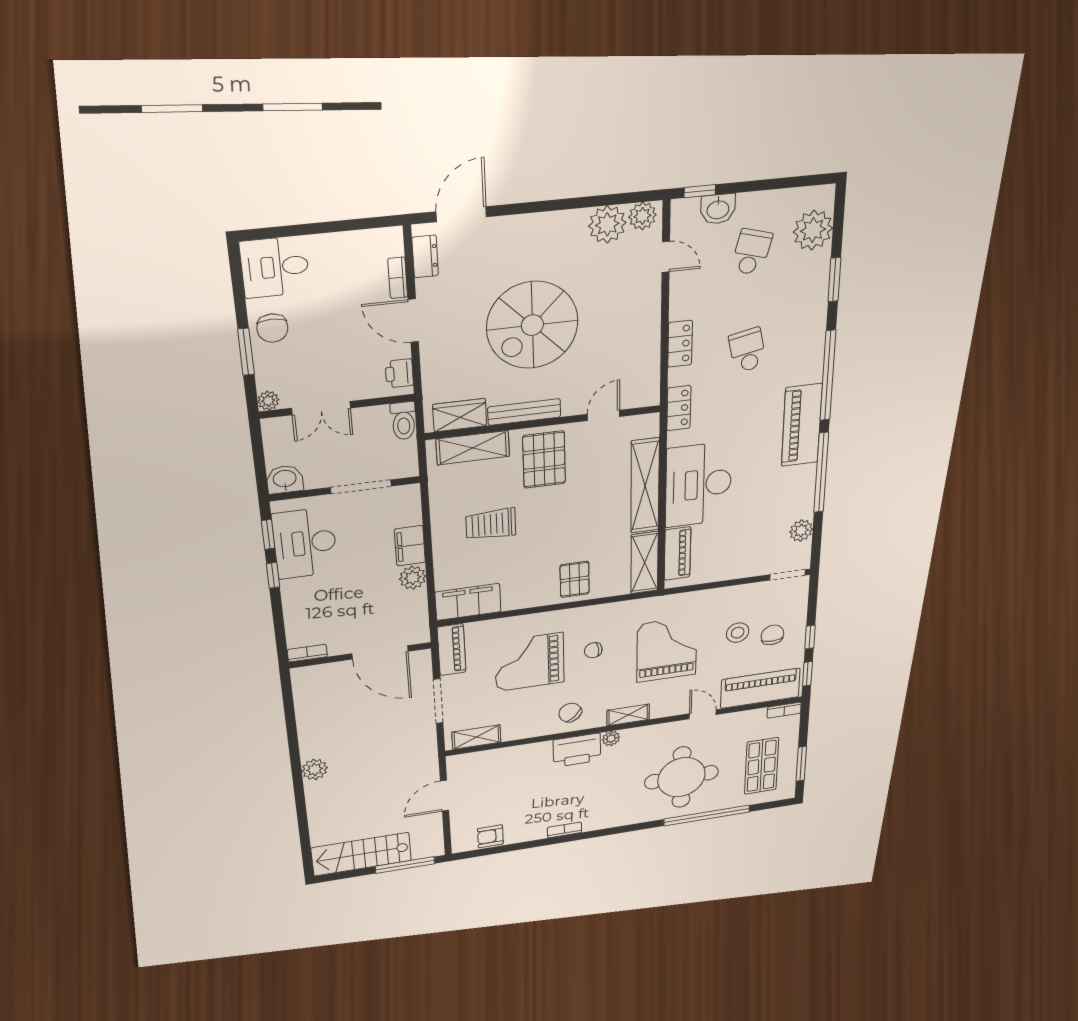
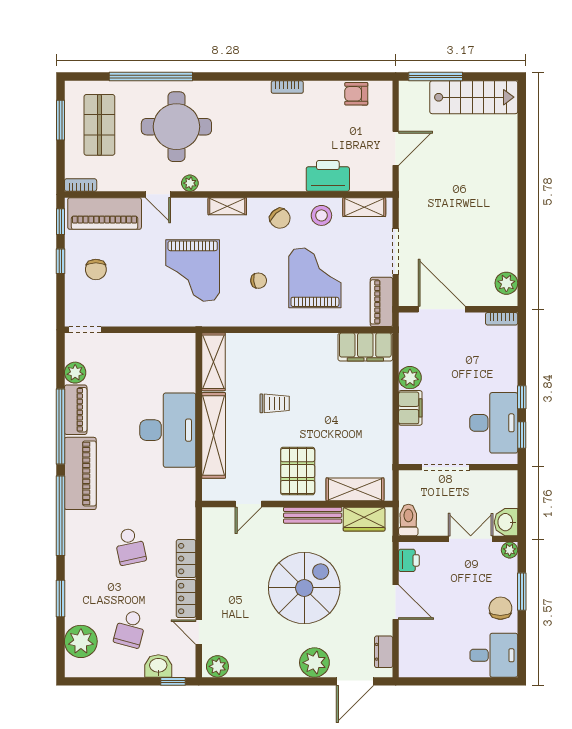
plant: (607, 224) -> (314, 663), moved
bookcase: (398, 278) -> (405, 637), removed
locker: (679, 408) -> (186, 598), moved
washbasin: (285, 479) -> (506, 522), moved, turned 90
trolley: (491, 524) -> (275, 403), moved, width x0.73, depth x0.72
piano: (678, 554) -> (76, 410), moved, turned 180
pallet: (575, 579) -> (274, 355), removed
stool: (738, 633) -> (321, 215), moved
grand piano: (529, 662) -> (315, 278), turned -90
plant: (611, 738) -> (190, 183), moved
printer: (577, 750) -> (328, 176), moved
plant: (315, 769) -> (506, 283), moved
armchair: (490, 836) -> (356, 94), turned 180

